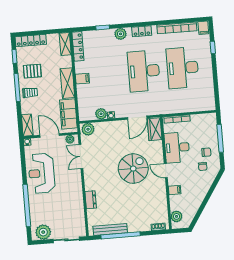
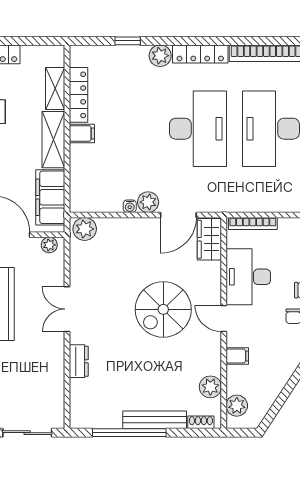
locker: (142, 31) -> (200, 54), width x1.53
shelving: (65, 44) -> (55, 89), moved
locker: (78, 46) -> (79, 95), moved
desk: (144, 71) -> (198, 129), turned 180
plant: (101, 114) -> (148, 202), moved
double door: (81, 157) -> (67, 309), moved
spiral stairs: (133, 169) -> (163, 309), turned 180
plant: (162, 208) -> (210, 387), added
bench: (110, 229) -> (155, 420), moved

